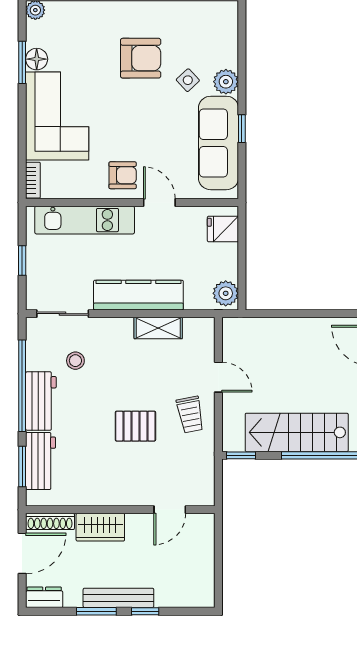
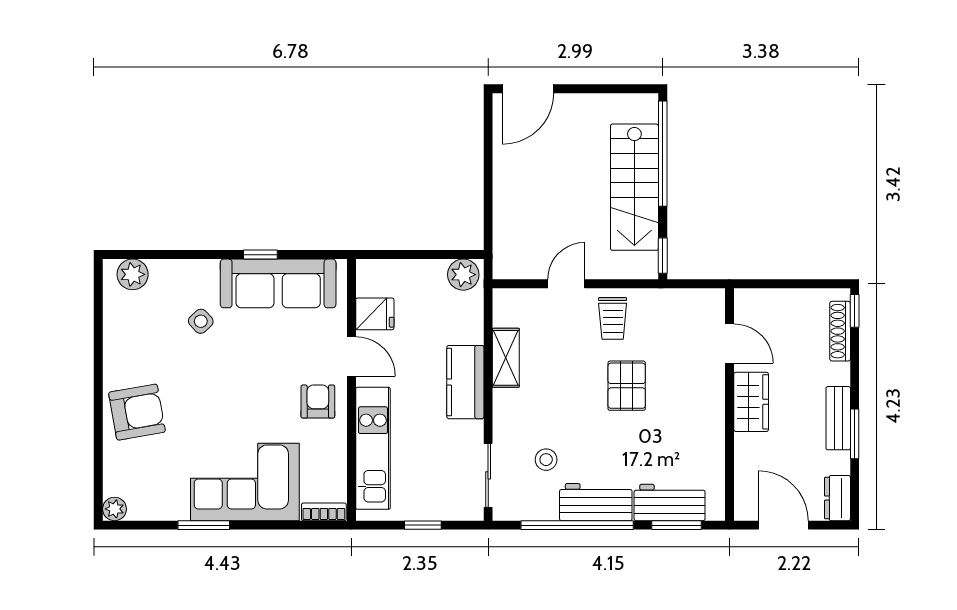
armchair: (141, 58) -> (137, 412), moved, turned 80
floor lamp: (37, 59) -> (175, 507), removed
window: (22, 62) -> (204, 525), moved
plant: (226, 82) -> (133, 274), moved
door: (159, 203) -> (351, 356), swing flipped
fridge: (223, 229) -> (375, 314), moved, turned -90
kitchen counter: (138, 295) -> (465, 382), width x0.67
trolley: (190, 415) -> (613, 318), turned 101
shoe rack: (50, 521) -> (840, 331), moved, turned 180
wardrobe: (100, 527) -> (751, 402), moved
bench: (118, 598) -> (838, 418), width x0.73
window: (145, 611) -> (855, 311), moved

